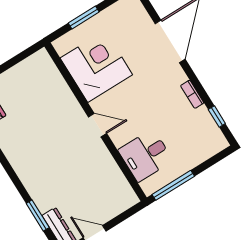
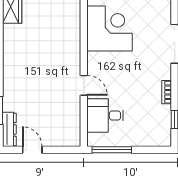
door: (98, 125) -> (84, 85), moved

